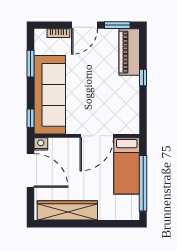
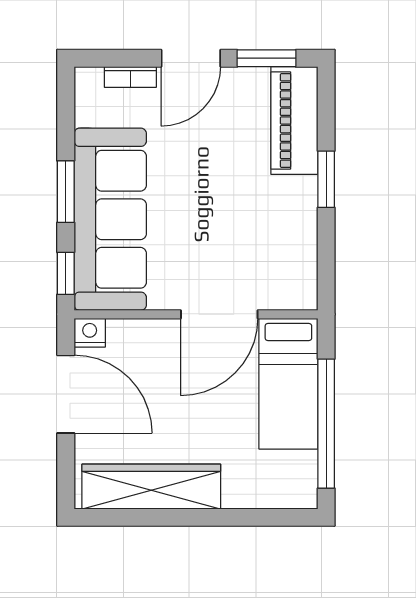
window: (30, 64) -> (66, 192), moved
window: (143, 77) -> (326, 179), width x1.50

